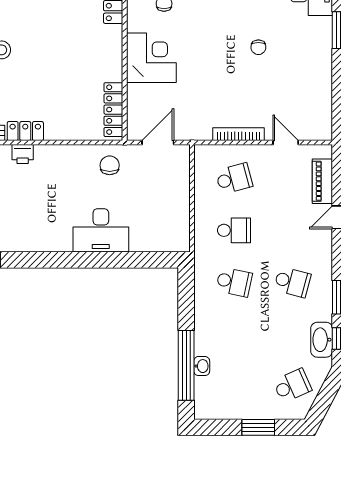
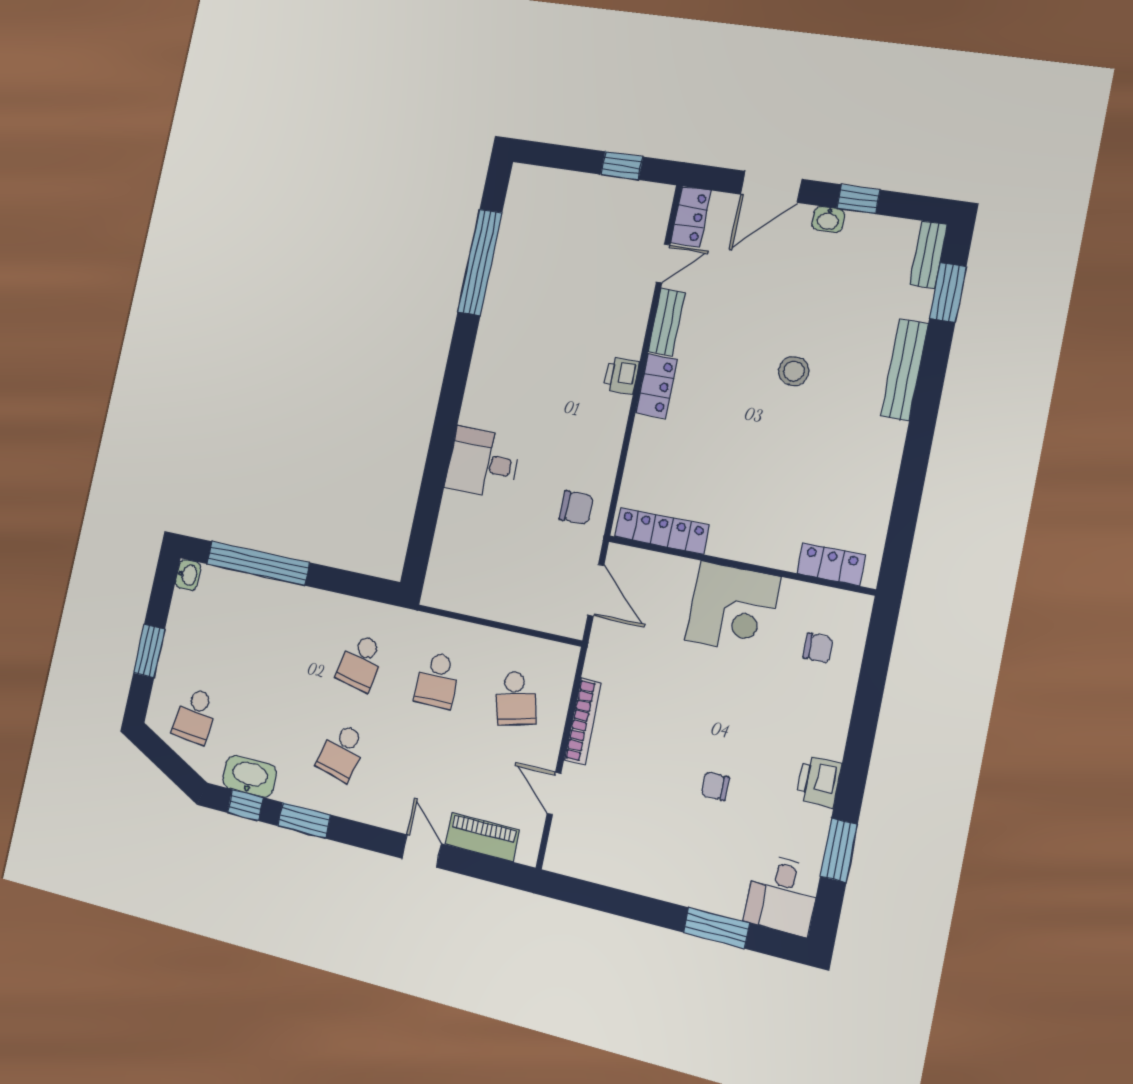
door: (286, 143) -> (554, 793), swing flipped
desk: (101, 230) -> (483, 463), width x0.73
washbasin: (202, 366) -> (188, 575), moved, turned -90
school desk: (292, 386) -> (195, 716), turned 30

